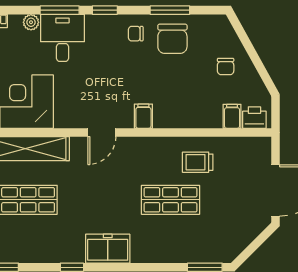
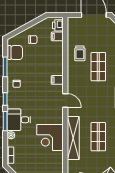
chair: (172, 39) -> (15, 53), moved

